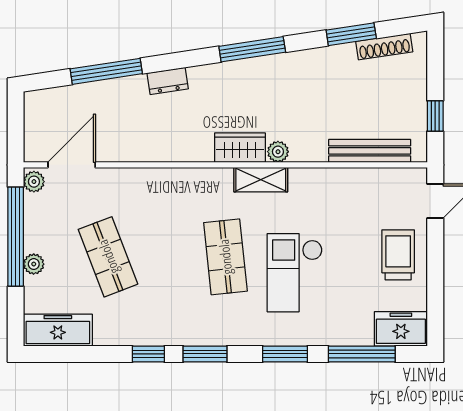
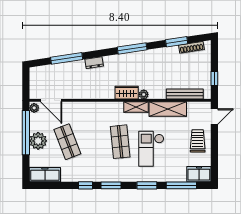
door: (72, 165) -> (51, 100), swing flipped
shelving: (331, 184) -> (168, 109), added
plant: (34, 264) -> (38, 141), width x1.87, depth x1.87

